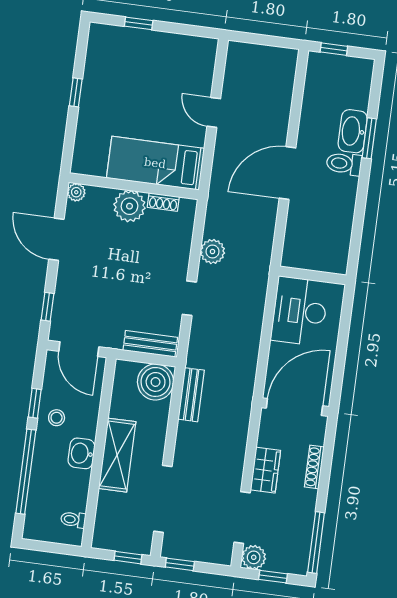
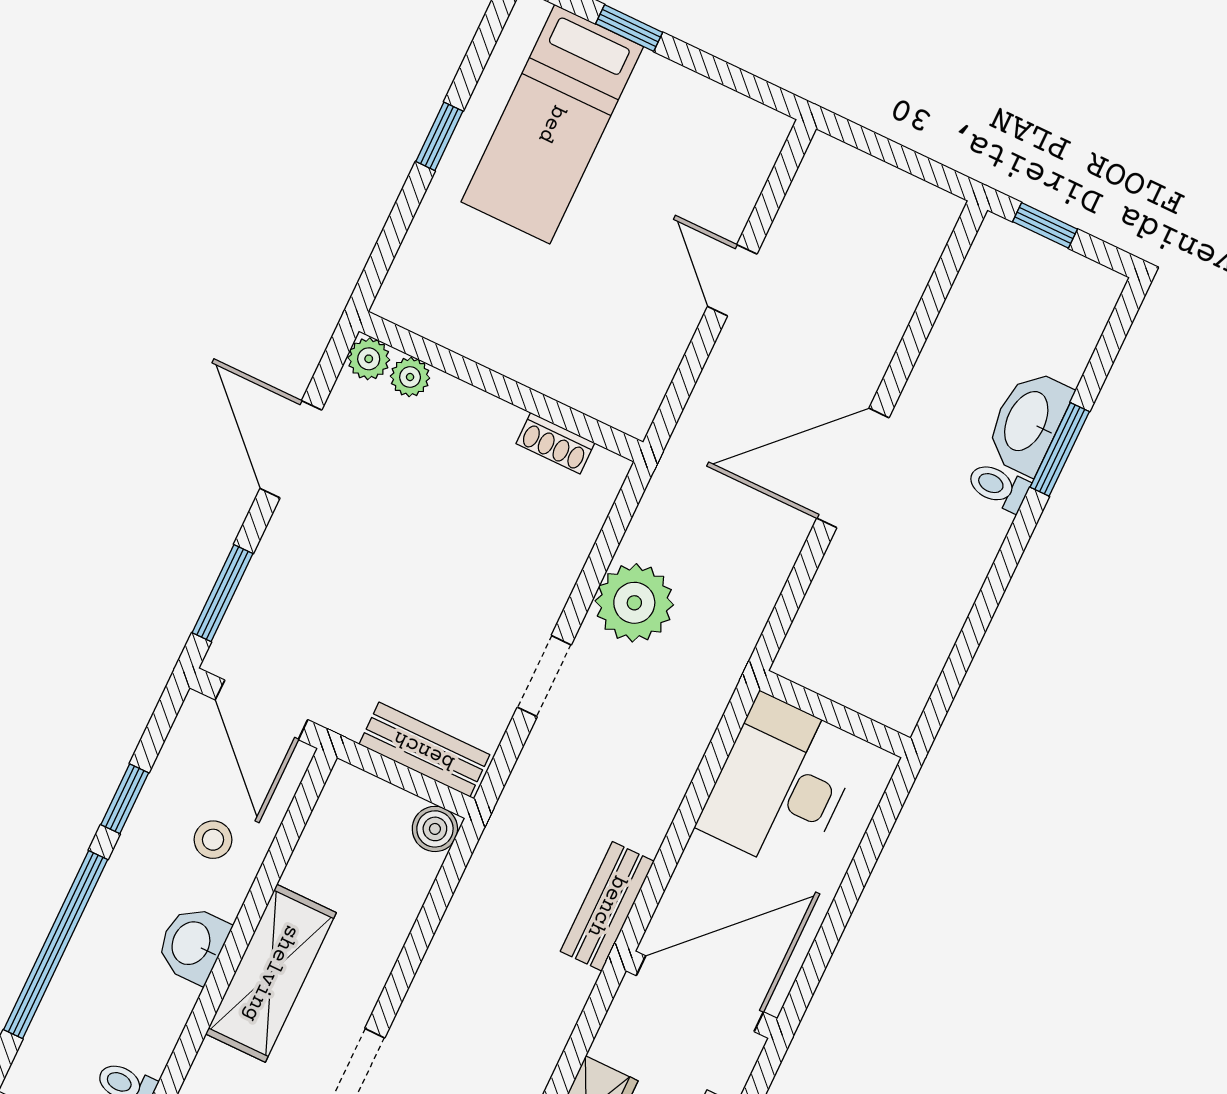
bed: (155, 163) -> (552, 124), moved, turned -90
toilet: (344, 164) -> (998, 487), width x0.73, depth x0.72
plant: (129, 206) -> (410, 377), moved, width x0.53, depth x0.53
plant: (212, 252) -> (634, 603), width x1.36, depth x1.36
window: (48, 307) -> (222, 593), width x1.50
boiler: (156, 382) -> (435, 829), width x0.54, depth x0.54
bench: (191, 395) -> (607, 906), moved
stool: (57, 418) -> (213, 840), moved

